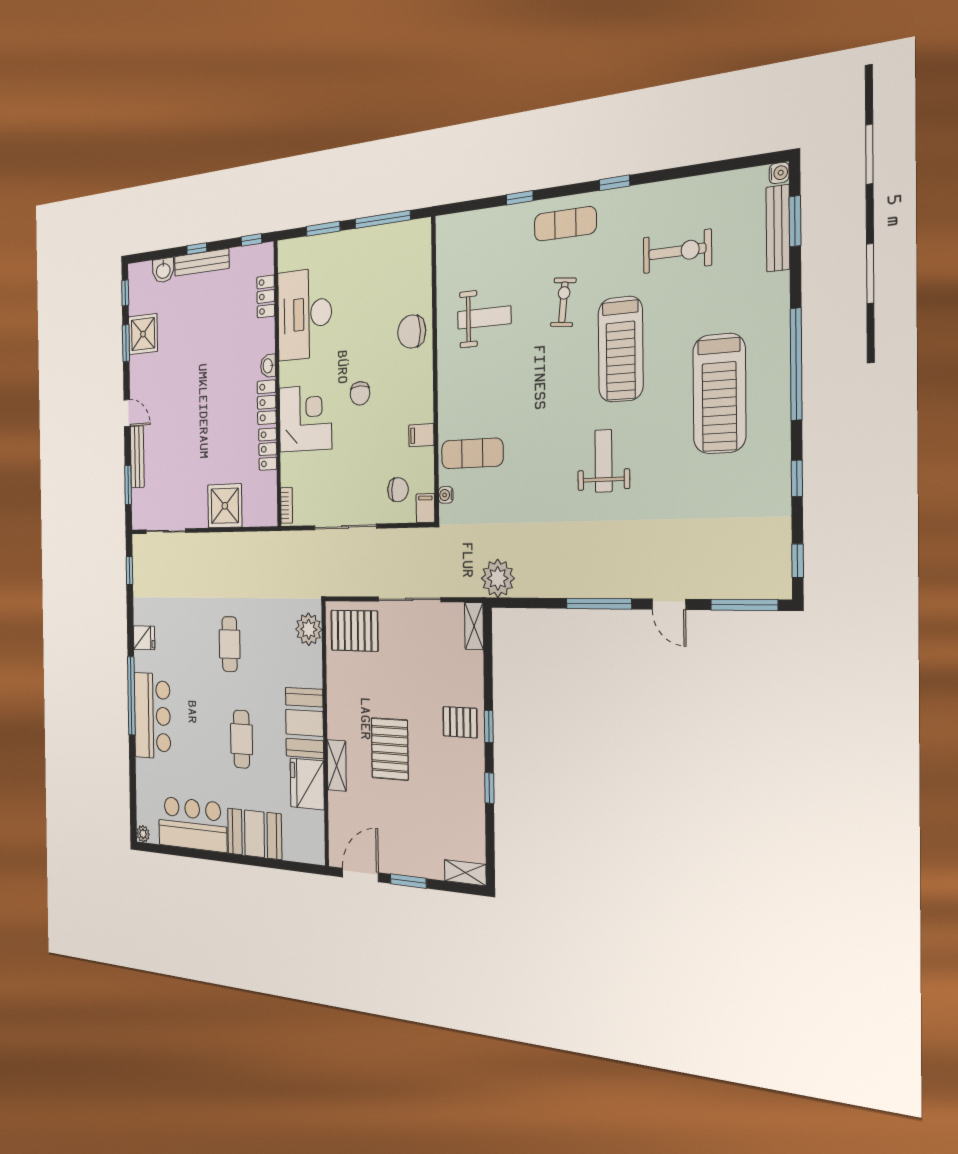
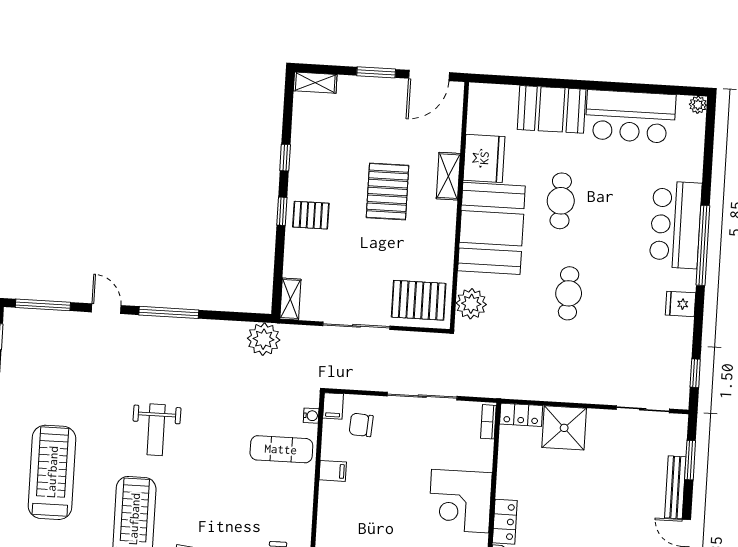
chair: (360, 393) -> (396, 516), removed
locker: (268, 449) -> (521, 415), moved, turned 90
booth: (304, 723) -> (491, 228), width x1.36, depth x1.42

